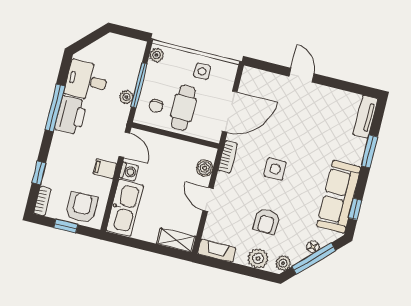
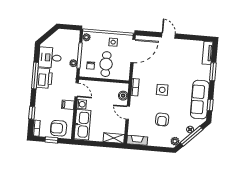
door: (230, 112) -> (133, 51), moved
armchair: (82, 207) -> (59, 128), turned -90
plant: (258, 258) -> (161, 141), removed

